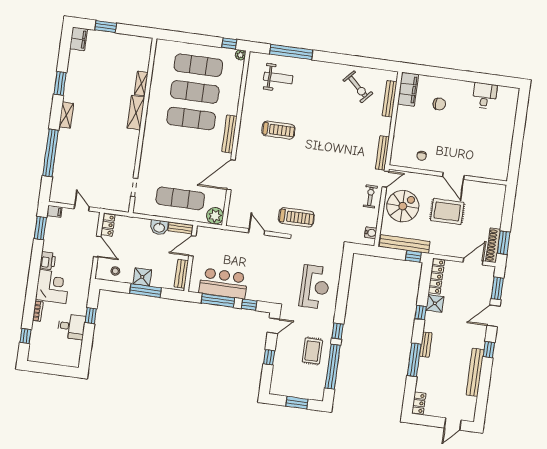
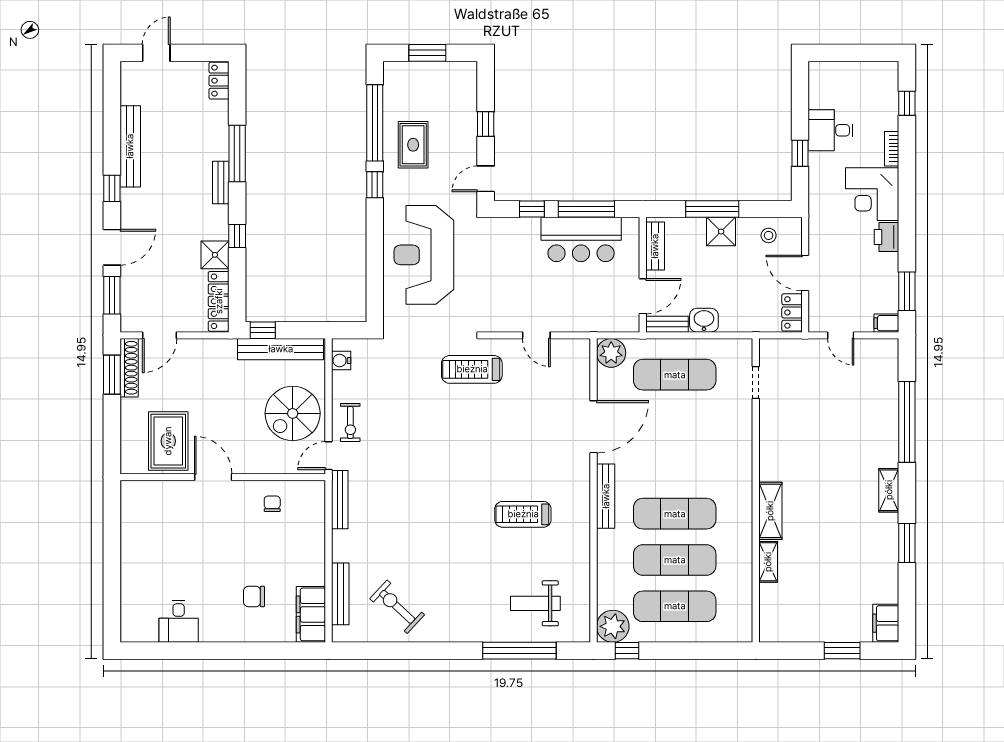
plant: (240, 55) -> (613, 626), width x1.87, depth x1.87
rug: (447, 211) -> (168, 441), moved, turned 90
reception desk: (315, 287) -> (424, 255), width x1.36, depth x1.30

